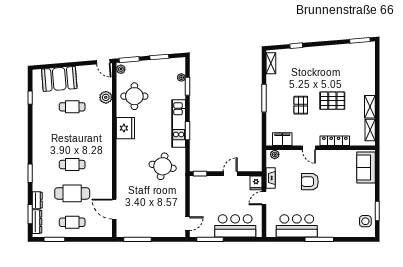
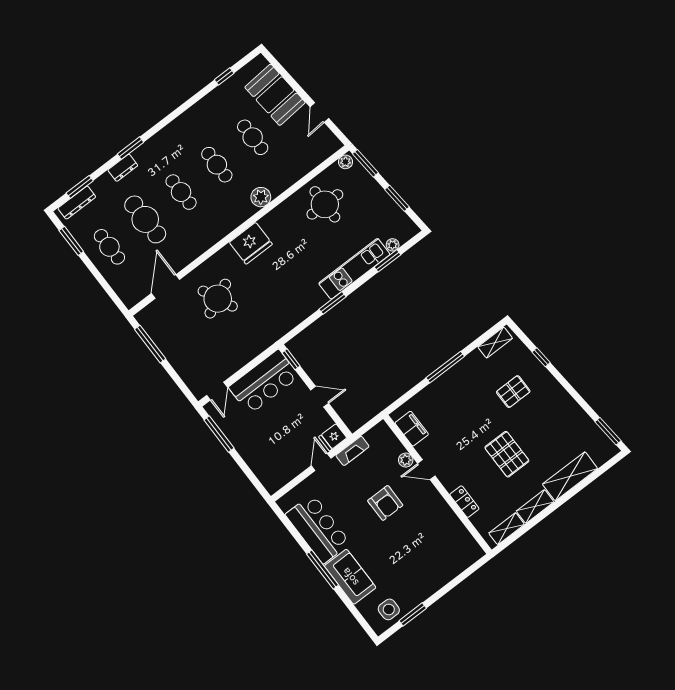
door: (103, 62) -> (319, 113), moved
shelving: (368, 77) -> (570, 476), added
plant: (106, 97) -> (261, 197), moved
pallet: (301, 105) -> (513, 392), moved
kitchen unit: (179, 124) -> (354, 269), moved
fridge: (125, 128) -> (251, 243), moved
cafe table: (72, 136) -> (217, 165), added
locker: (335, 141) -> (464, 502), width x0.66
door: (309, 148) -> (426, 470), hinge flipped
plant: (275, 154) -> (406, 460), moved
round table: (163, 166) -> (218, 299), moved, turned -36
sofa: (366, 167) -> (350, 577), moved, turned 90
armchair: (310, 182) -> (385, 503), turned 180
door: (264, 198) -> (321, 462), hinge flipped
dresser: (37, 200) -> (123, 168), moved
door: (187, 224) -> (217, 391), hinge flipped
bar counter: (235, 226) -> (264, 382), moved, turned 90

